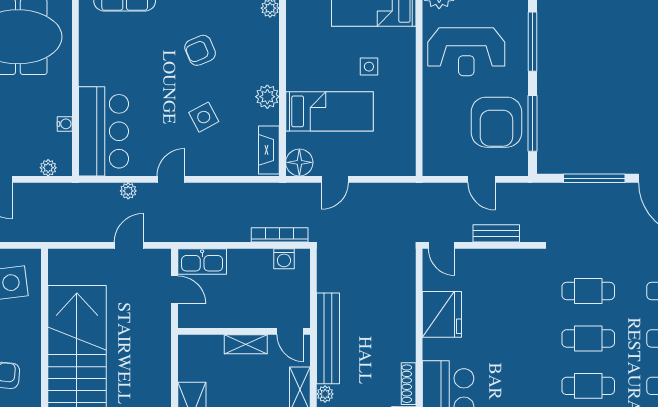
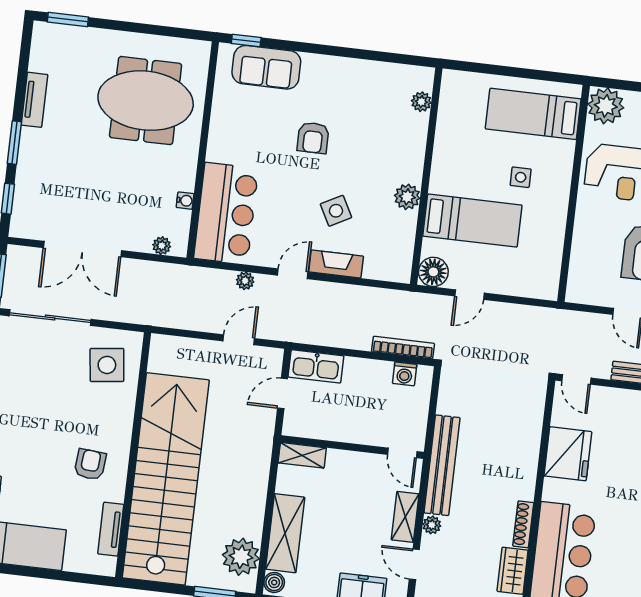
armchair: (200, 50) -> (313, 138), moved, turned -67
fireplace: (269, 150) -> (336, 264), moved, turned 90
door: (175, 290) -> (283, 393), swing flipped
shelving: (246, 344) -> (302, 455), moved

